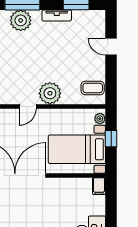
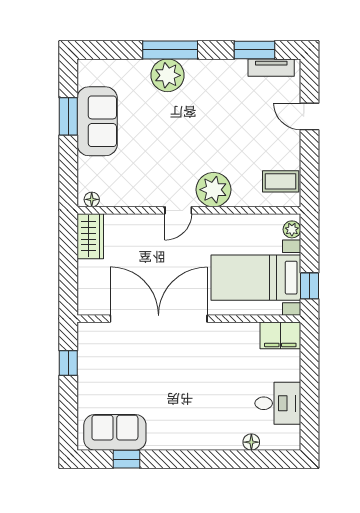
tv unit: (57, 15) -> (271, 68), moved
window: (111, 139) -> (309, 286), moved
filing cabinet: (99, 186) -> (280, 335), width x2.00

